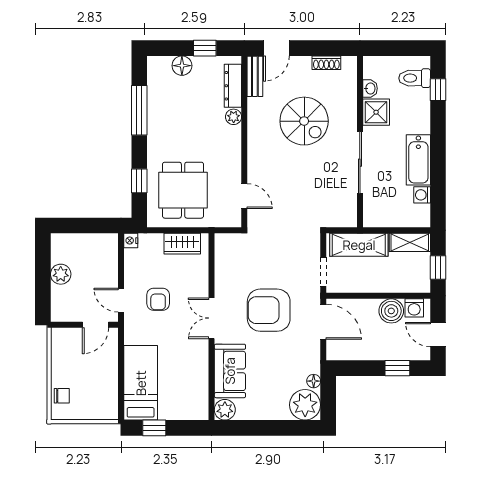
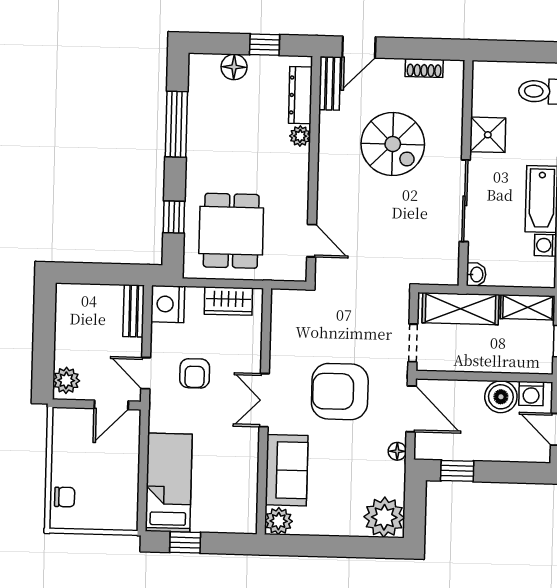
washbasin: (370, 88) -> (476, 274), moved
nightstand: (131, 241) -> (168, 304), width x1.89, depth x1.79
bench: (110, 253) -> (134, 311), added
plant: (61, 274) -> (66, 380), moved
window: (397, 368) -> (457, 471), moved
floor lamp: (314, 381) -> (397, 451), moved

